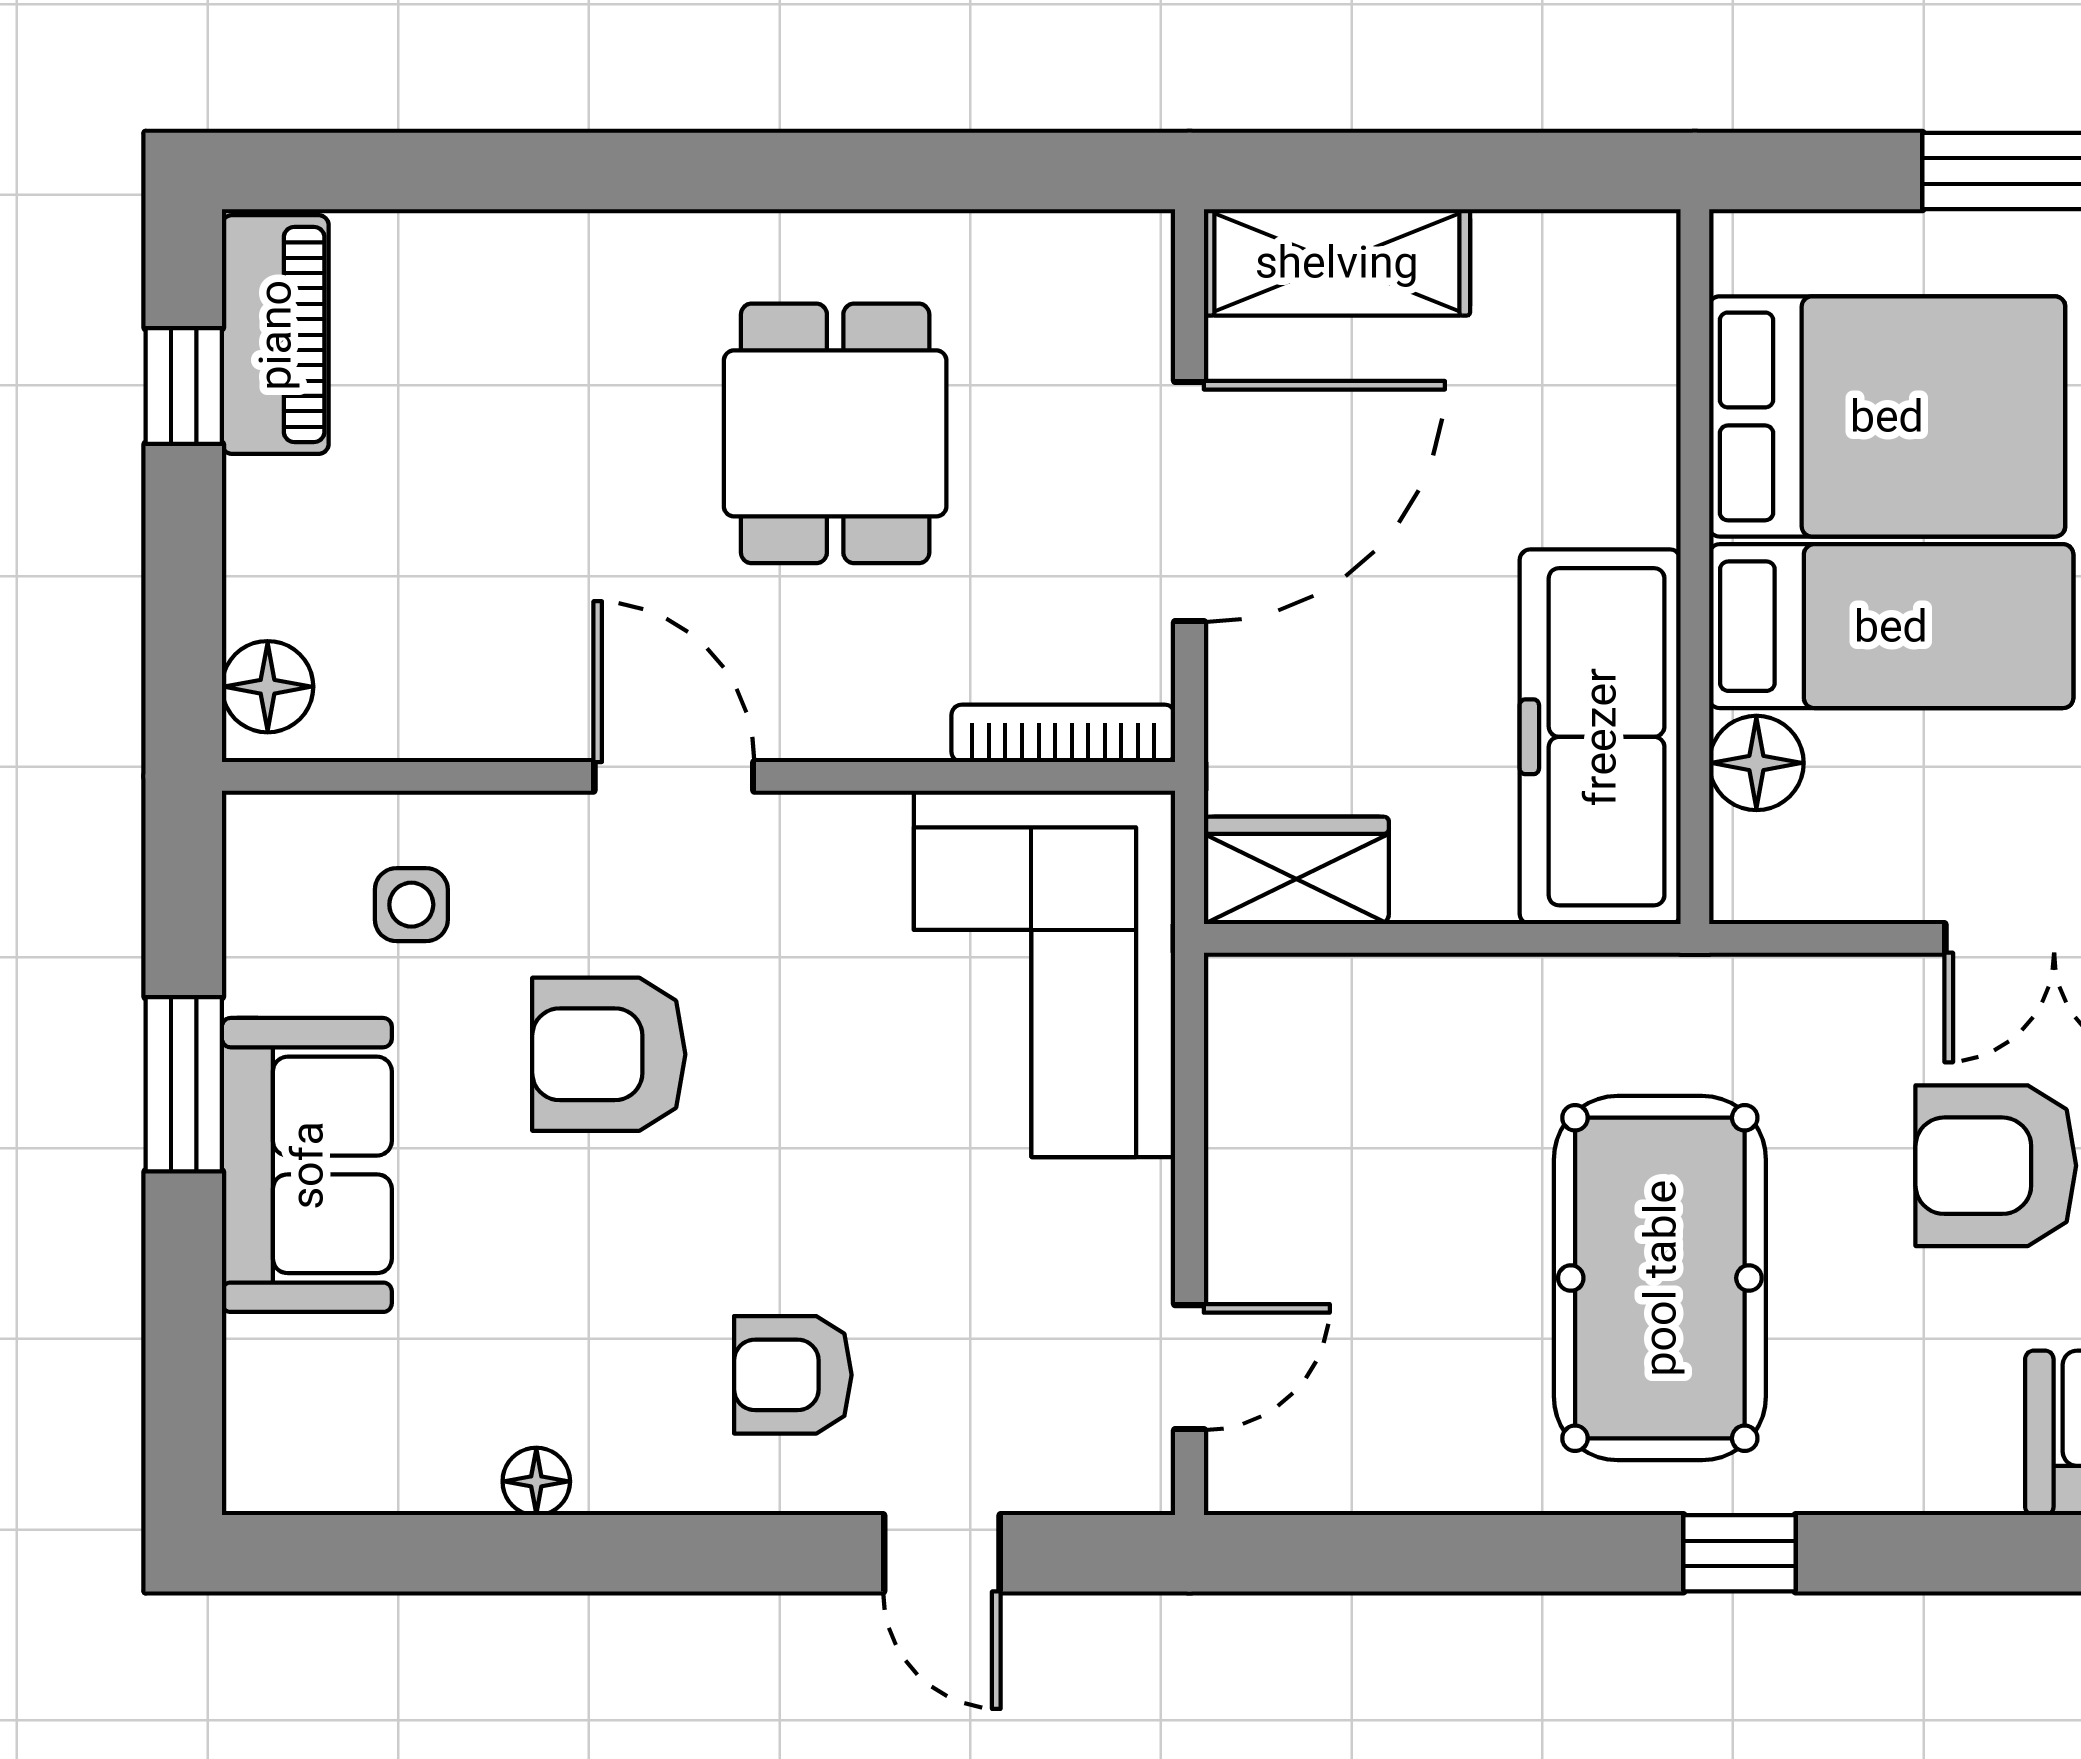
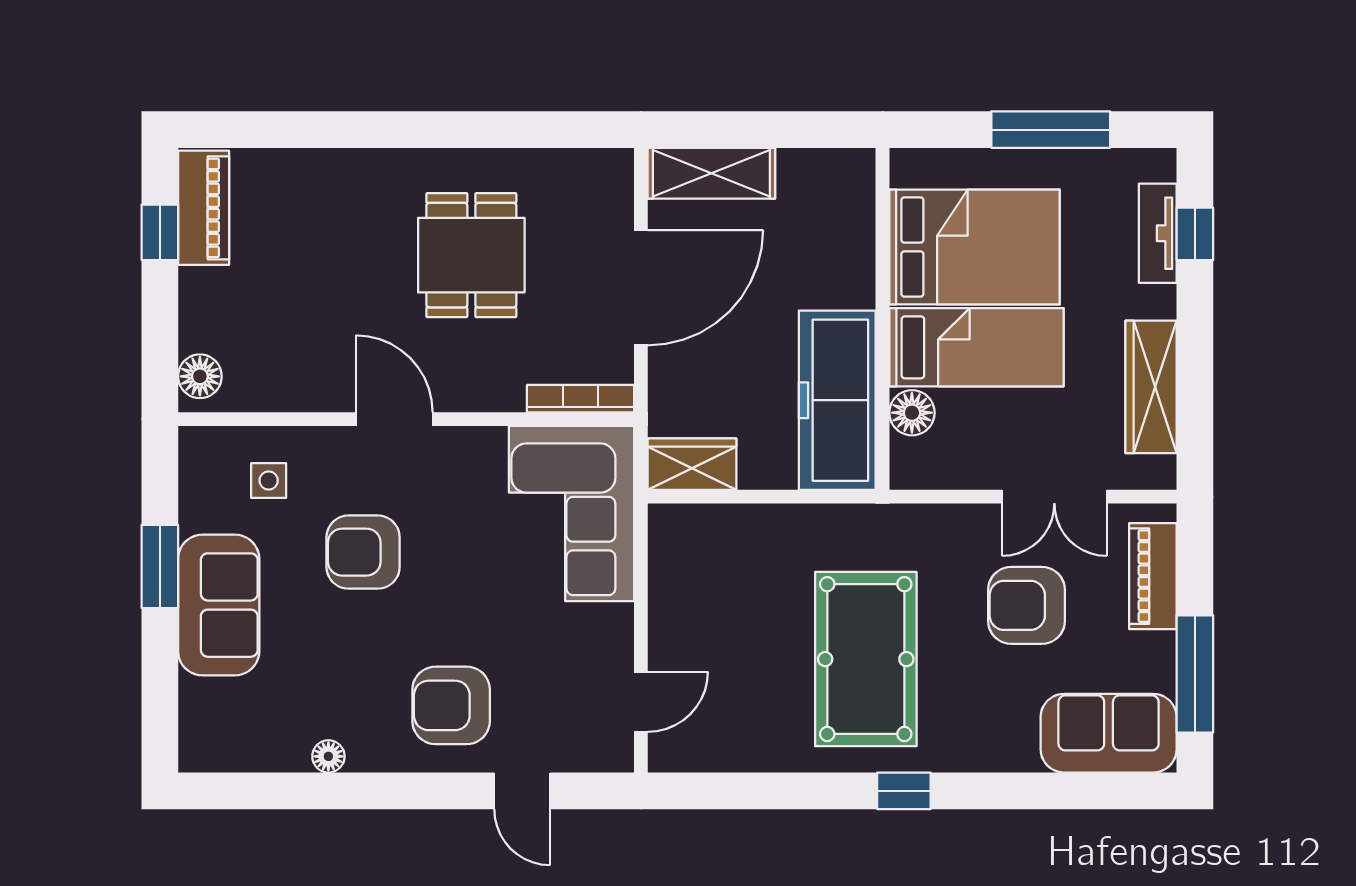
armchair: (793, 1375) -> (451, 705), width x1.38, depth x1.38

